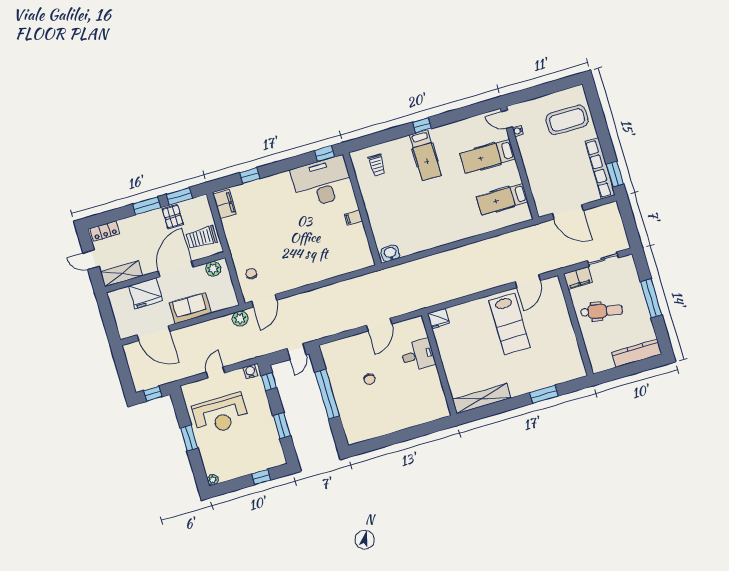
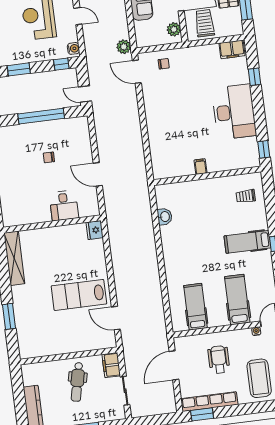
wheelchair: (554, 166) -> (219, 360), added
desk: (322, 182) -> (234, 112), moved
washbasin: (390, 253) -> (165, 217), moved

